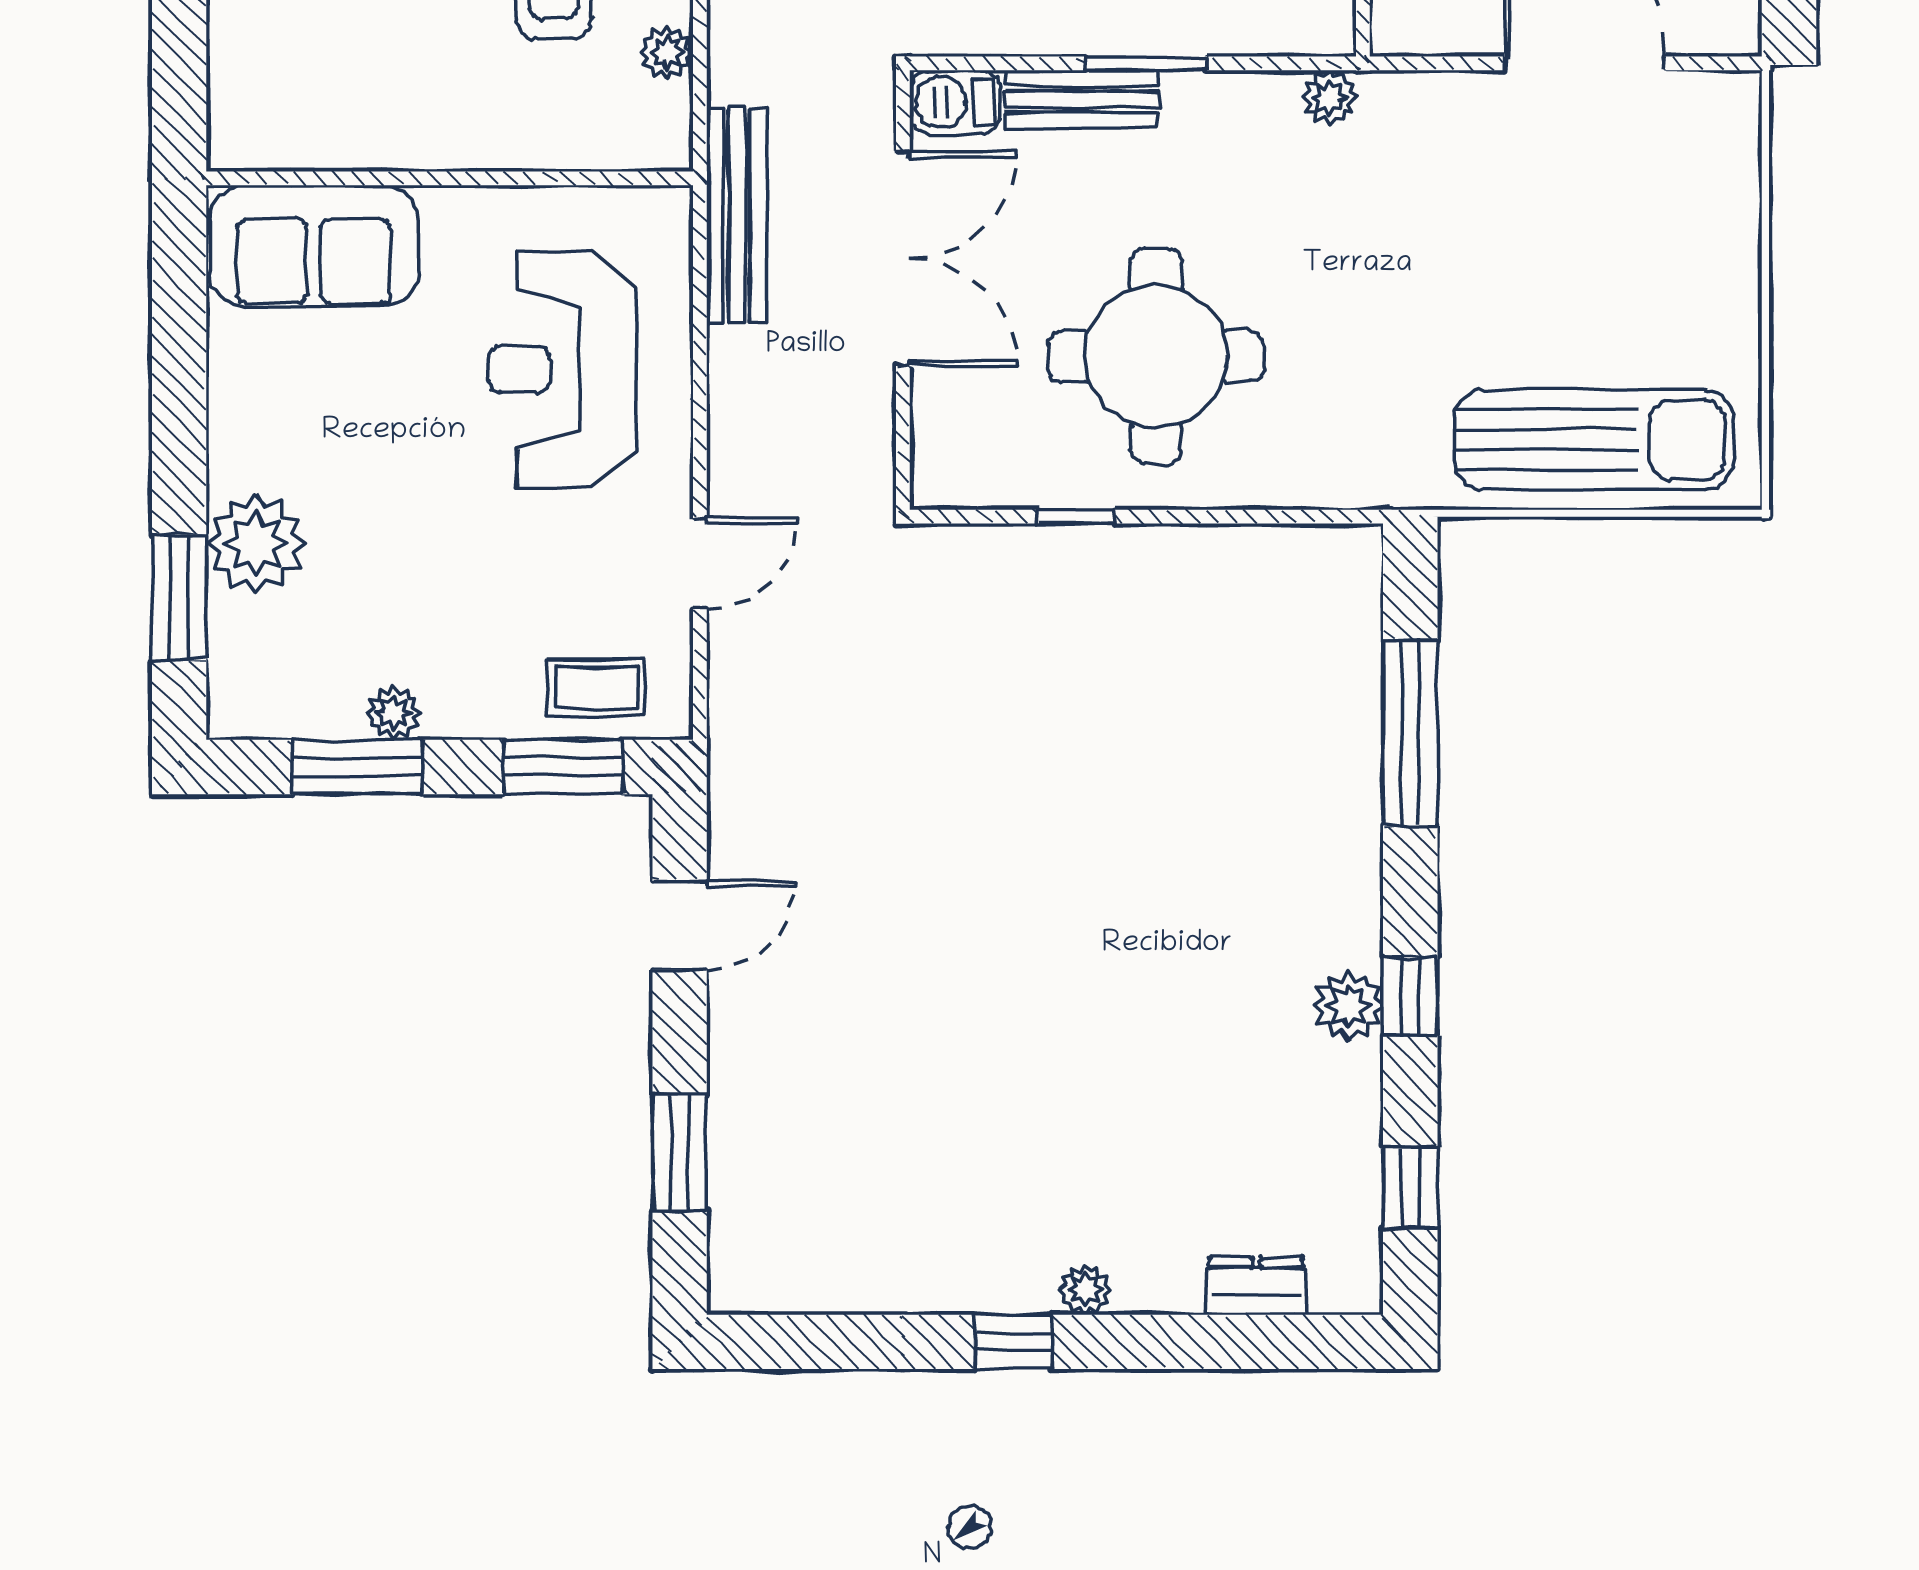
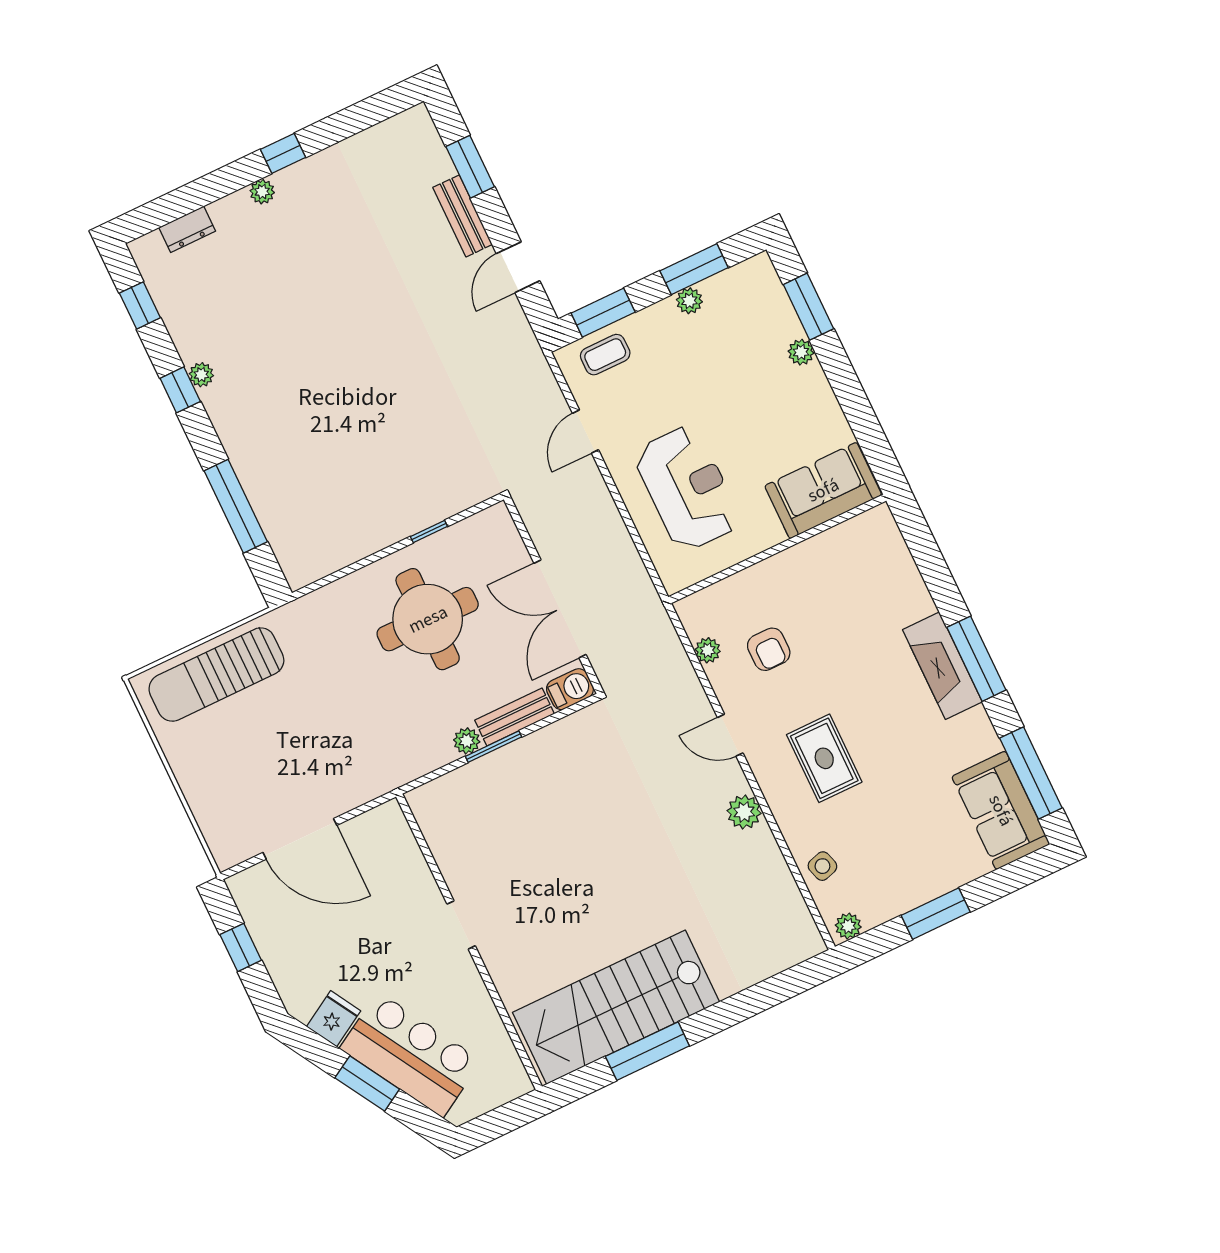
plant: (1329, 97) -> (467, 741), moved
bench: (737, 215) -> (463, 216), moved, width x0.73
plant: (256, 543) -> (801, 352), width x0.53, depth x0.53
plant: (1349, 1006) -> (201, 375), width x0.73, depth x0.73

